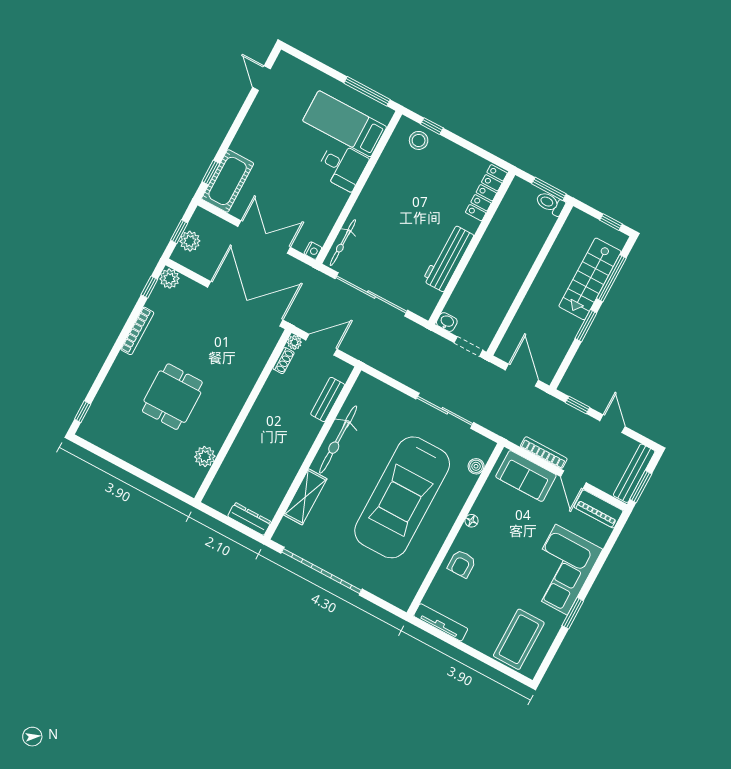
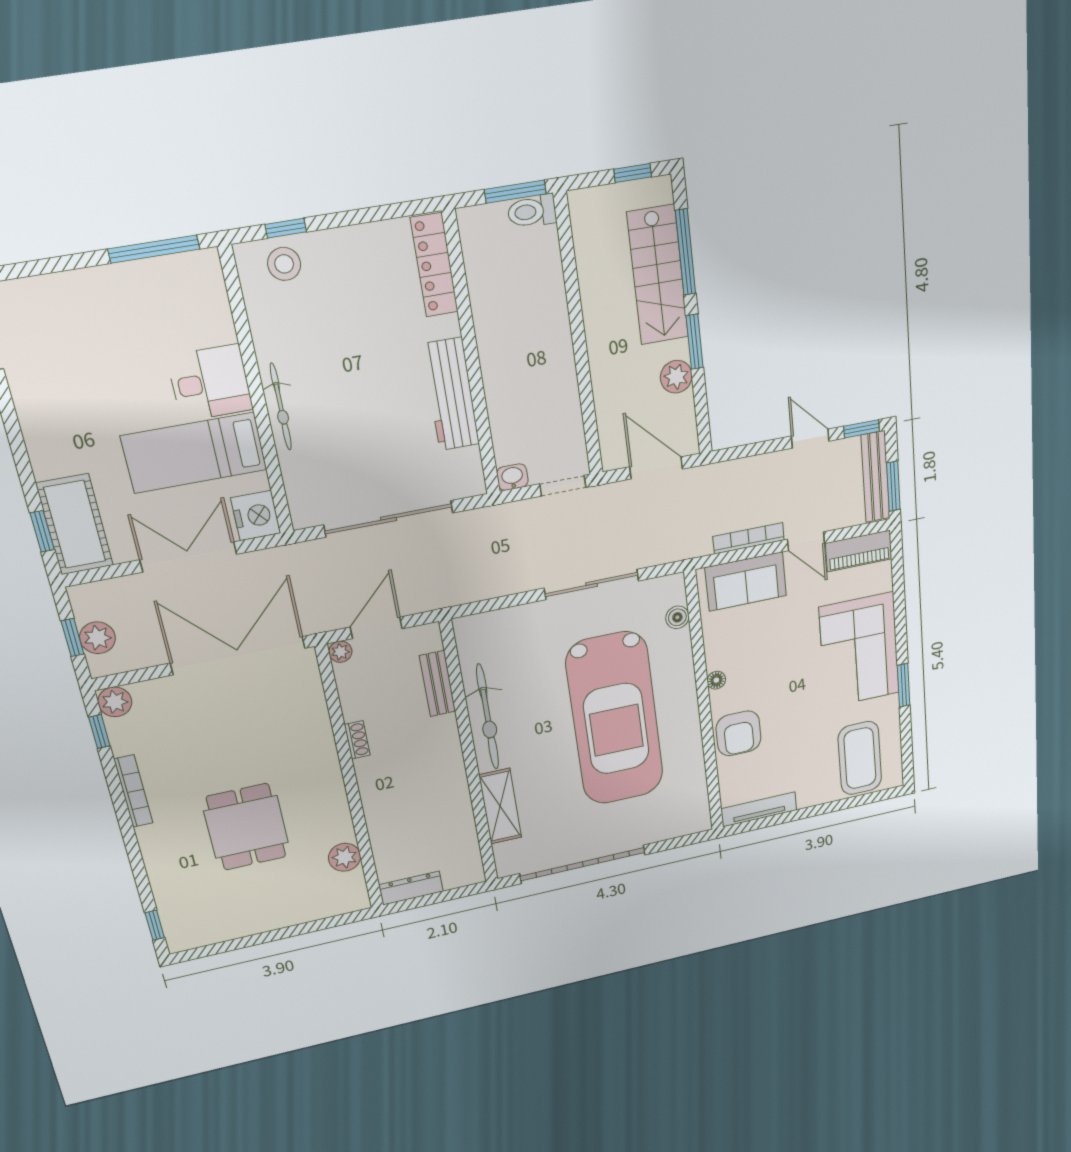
bed: (345, 124) -> (194, 453), moved
bicycle: (343, 243) -> (281, 407), moved
nightstand: (313, 251) -> (256, 516), width x1.89, depth x1.79
plant: (565, 336) -> (676, 377), added
shoe rack: (284, 361) -> (357, 740), moved
window: (578, 405) -> (862, 429), moved
dresser: (249, 519) -> (411, 888), moved
armchair: (462, 564) -> (739, 733), width x1.38, depth x1.38

